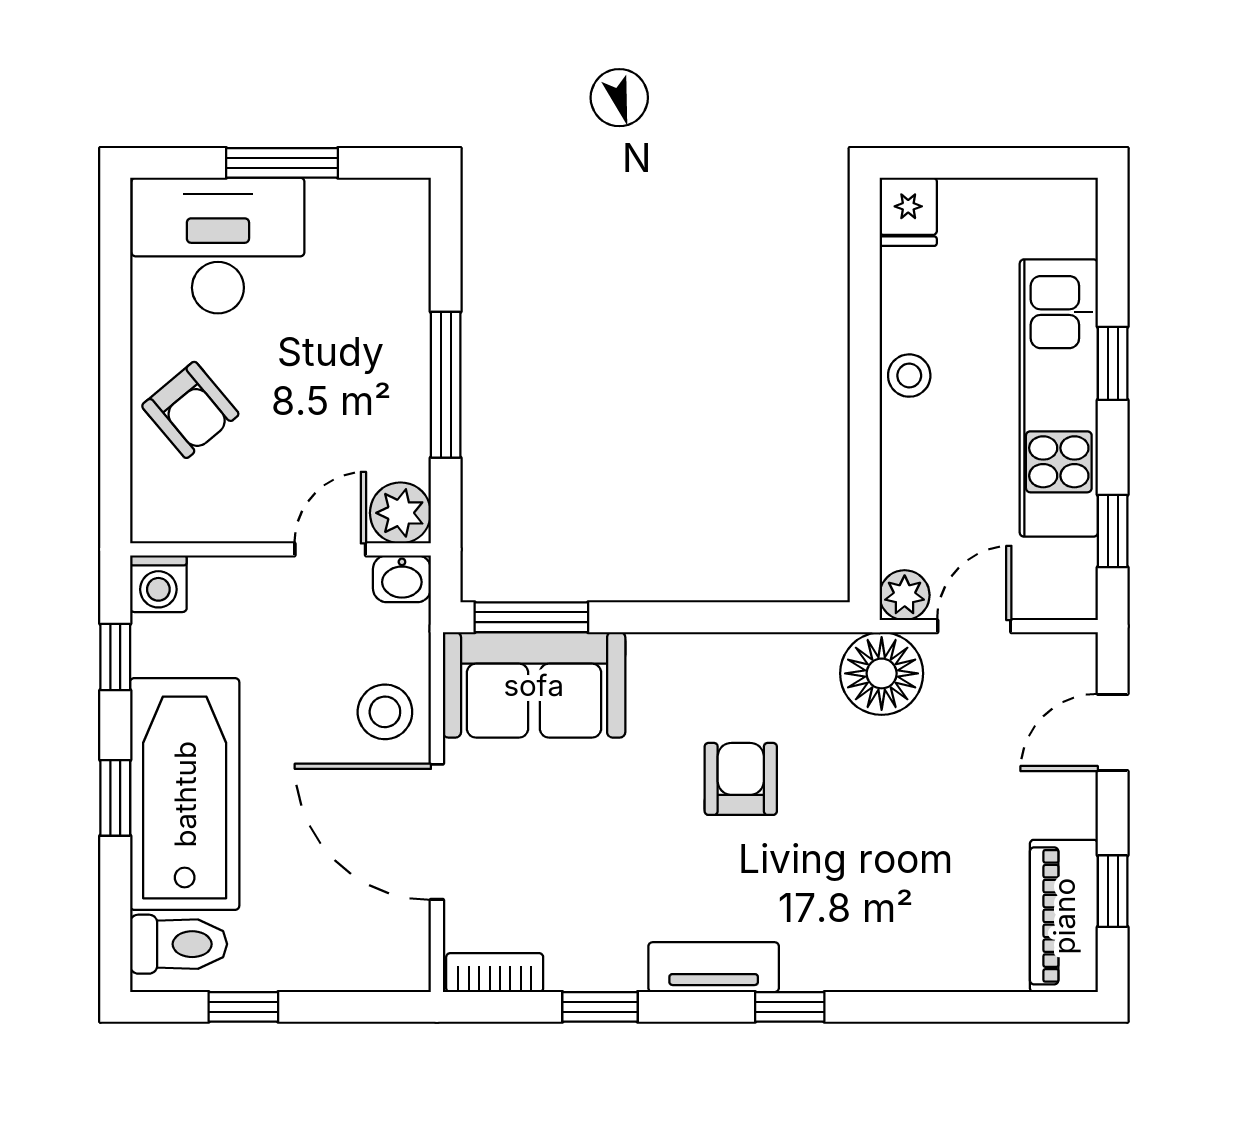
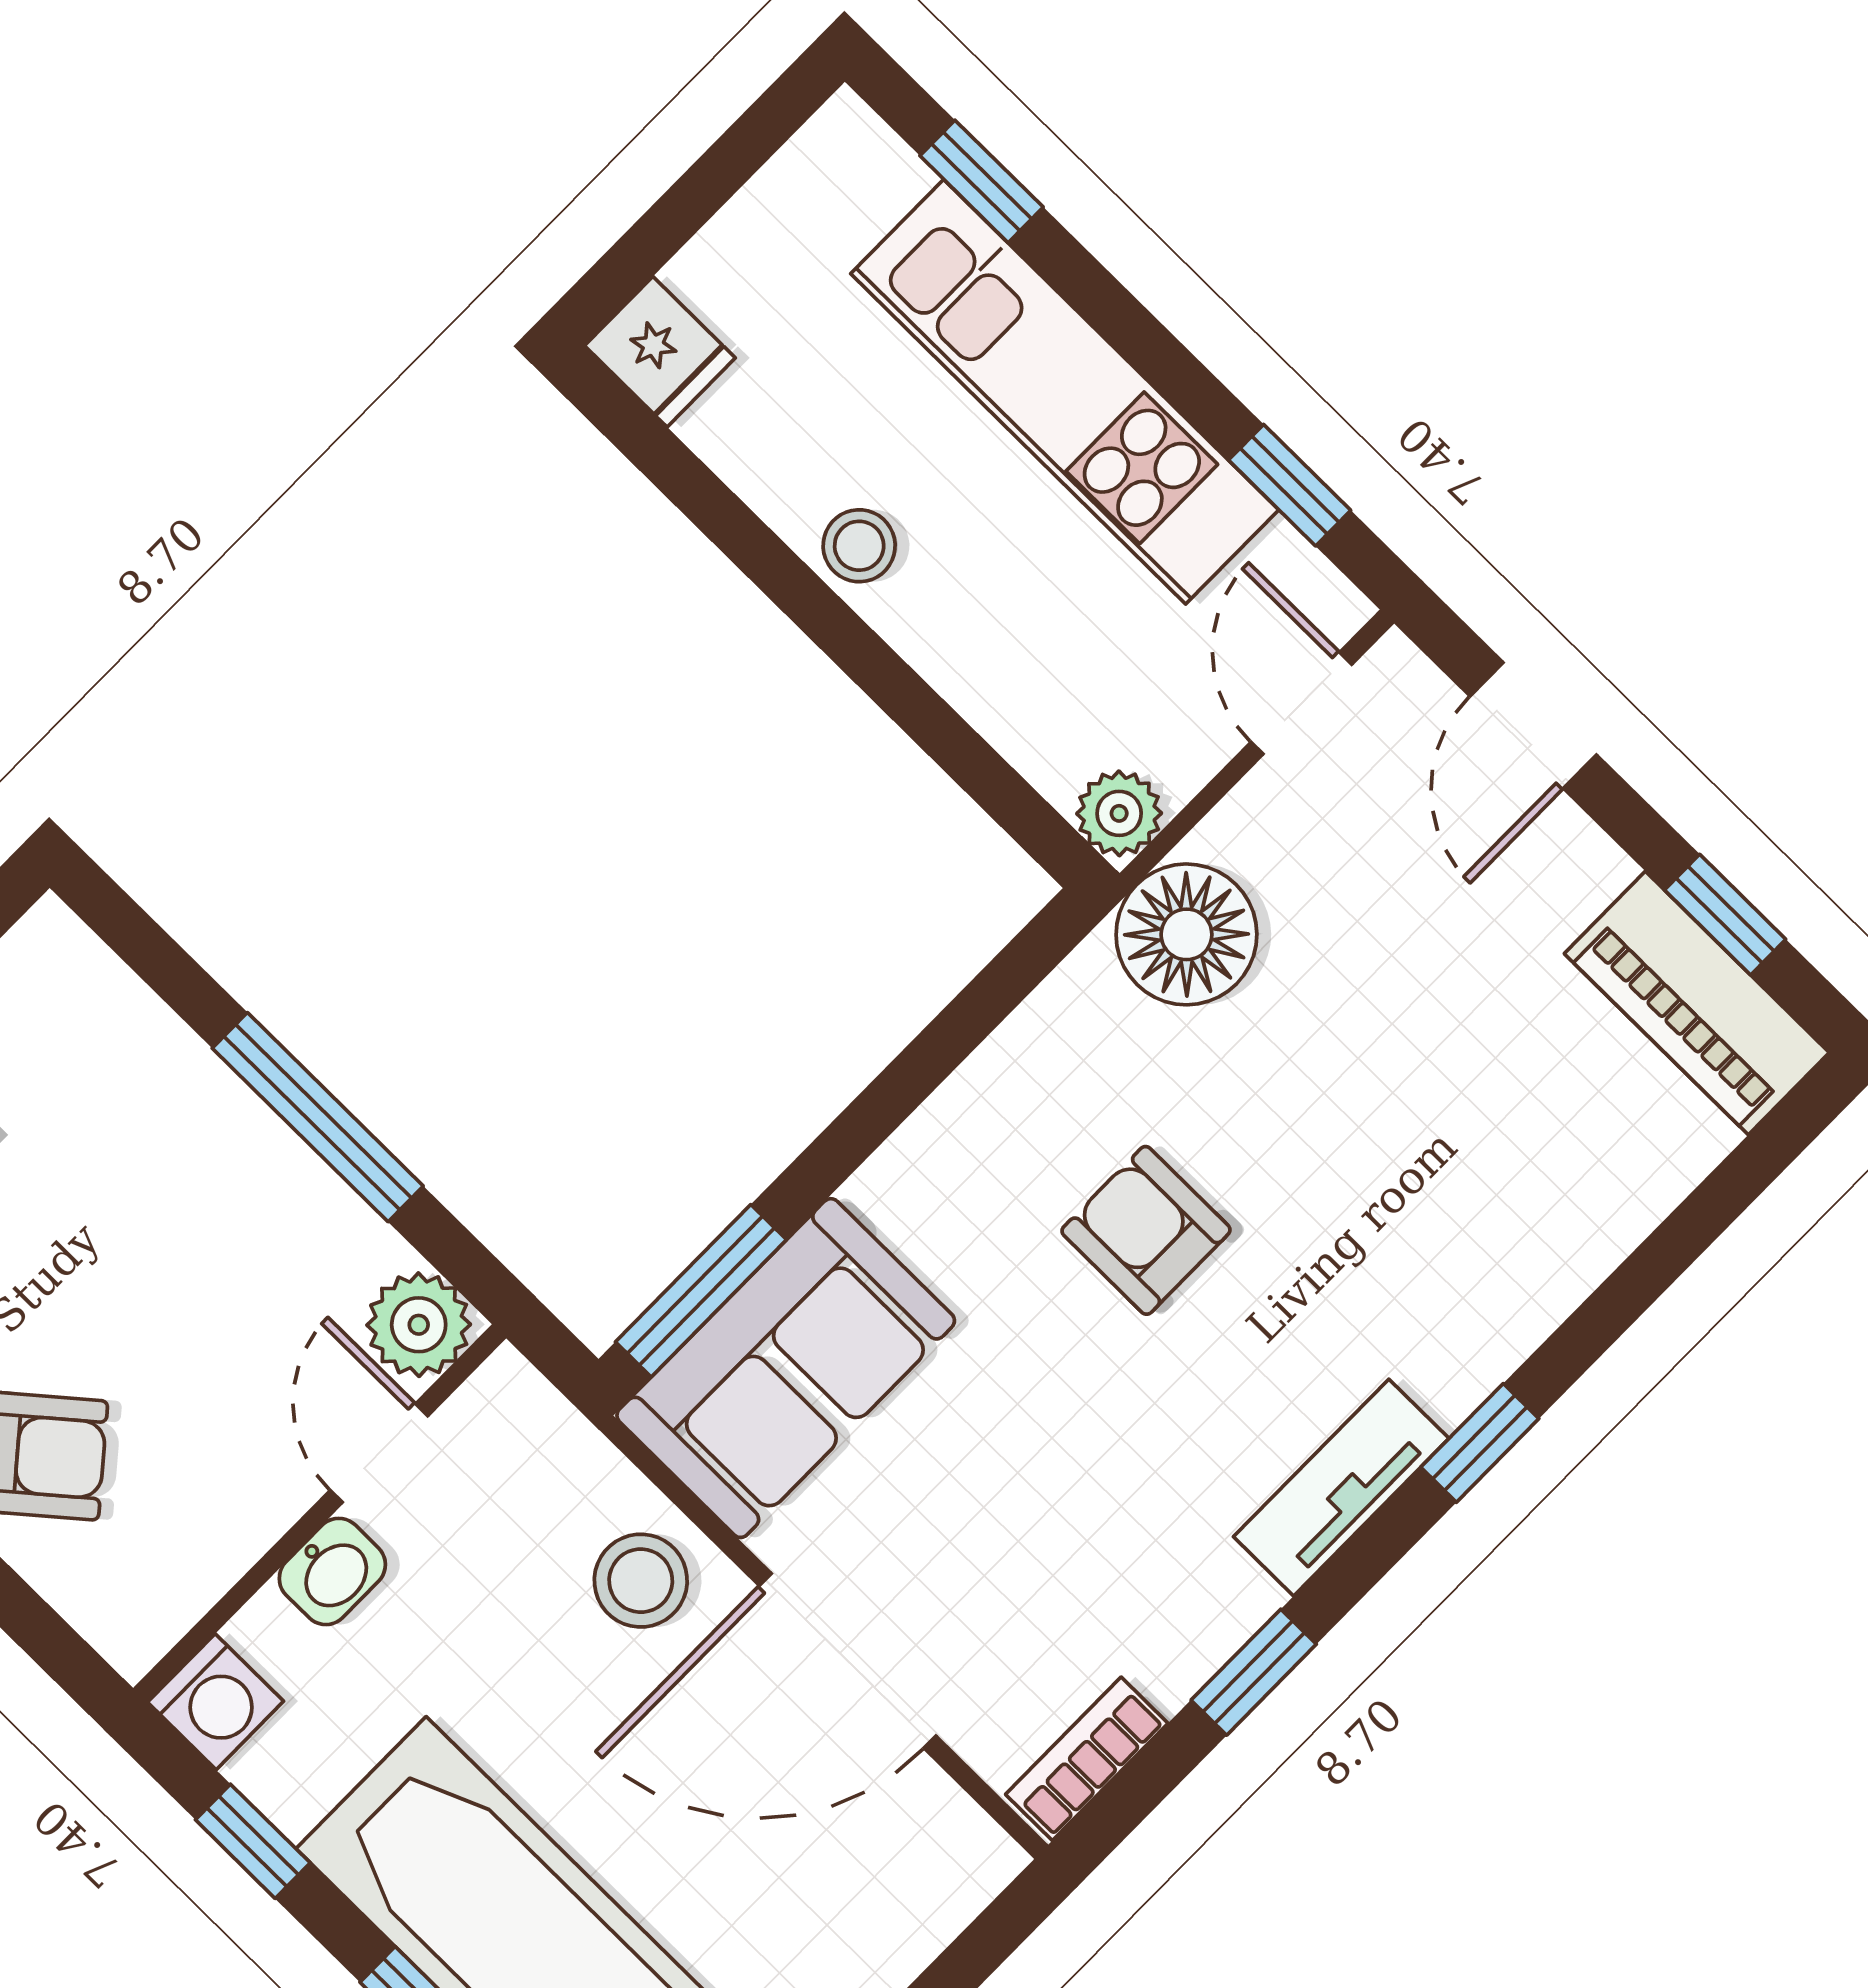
window: (1113, 363) -> (982, 181), moved
washbasin: (402, 579) -> (332, 1571), moved
door: (974, 626) -> (1301, 703), moved

